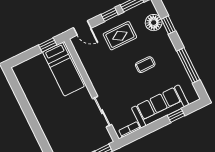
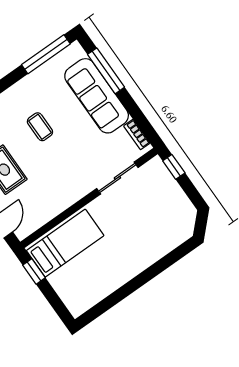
window: (188, 65) -> (46, 54), moved
window: (176, 115) -> (106, 71), width x2.17

